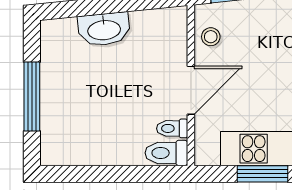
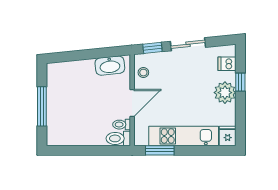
washbasin: (104, 29) -> (110, 66), moved
window: (262, 174) -> (160, 150), moved

